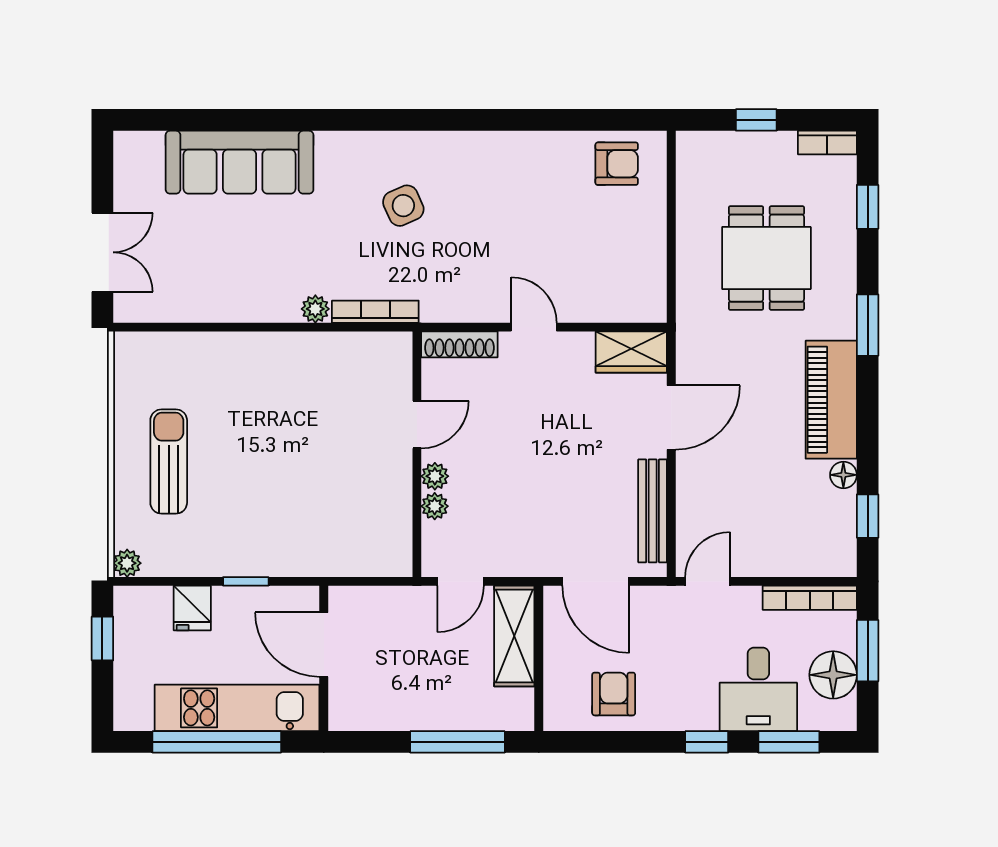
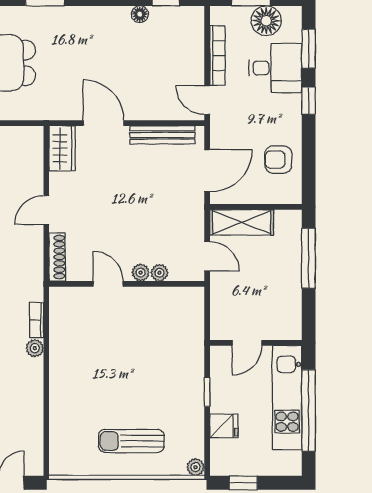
bookcase: (375, 312) -> (37, 320), width x0.64
piano: (831, 400) -> (92, 22), removed
bookcase: (810, 598) -> (217, 56), moved
door: (324, 645) -> (247, 343), width x0.73

